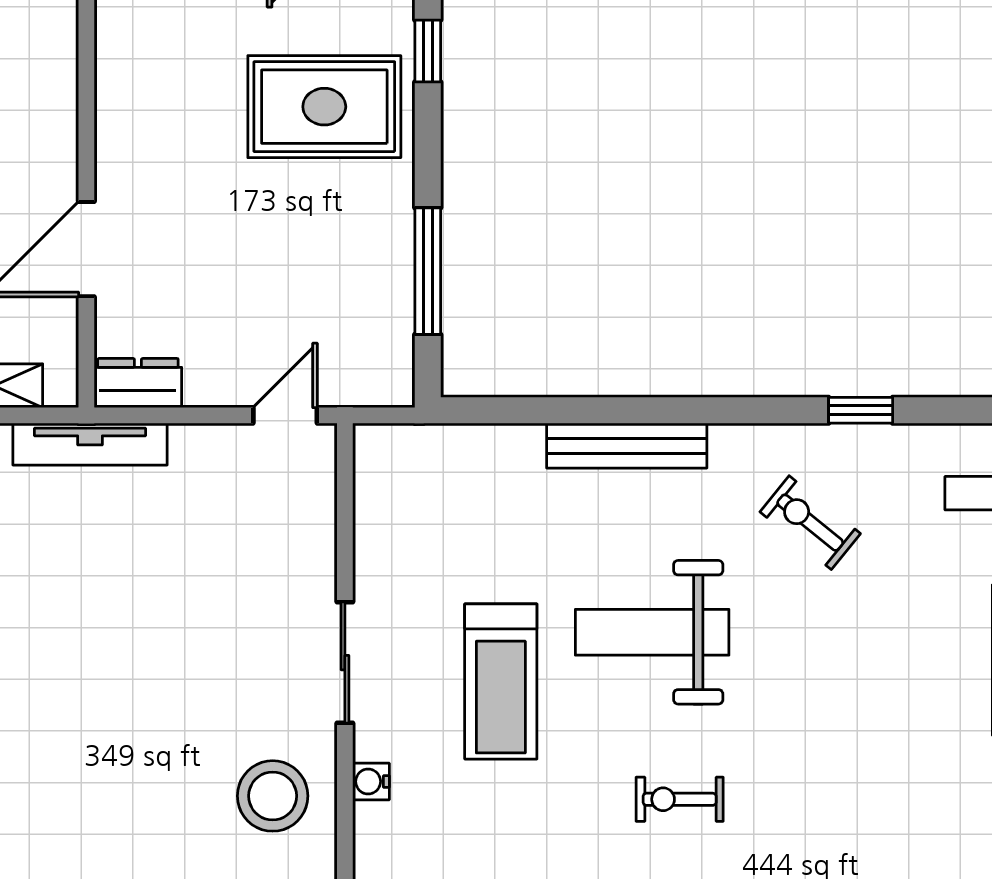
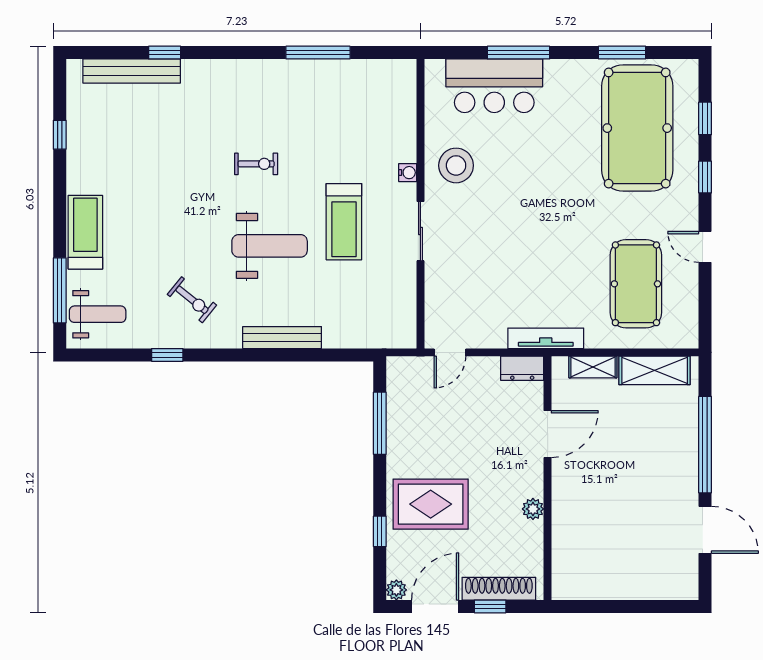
plant: (116, 97) -> (533, 509), added
treadmill: (501, 682) -> (344, 222), turned 180

